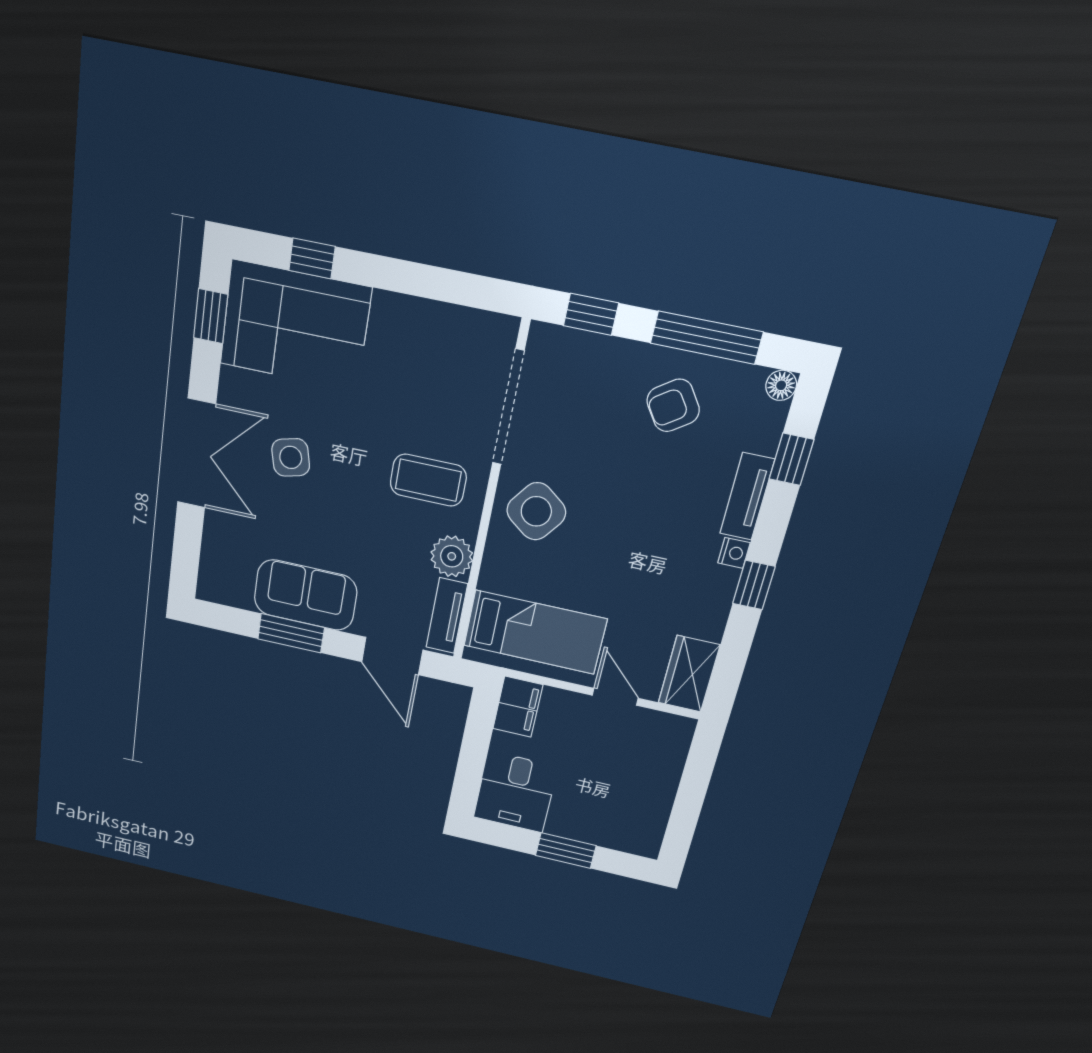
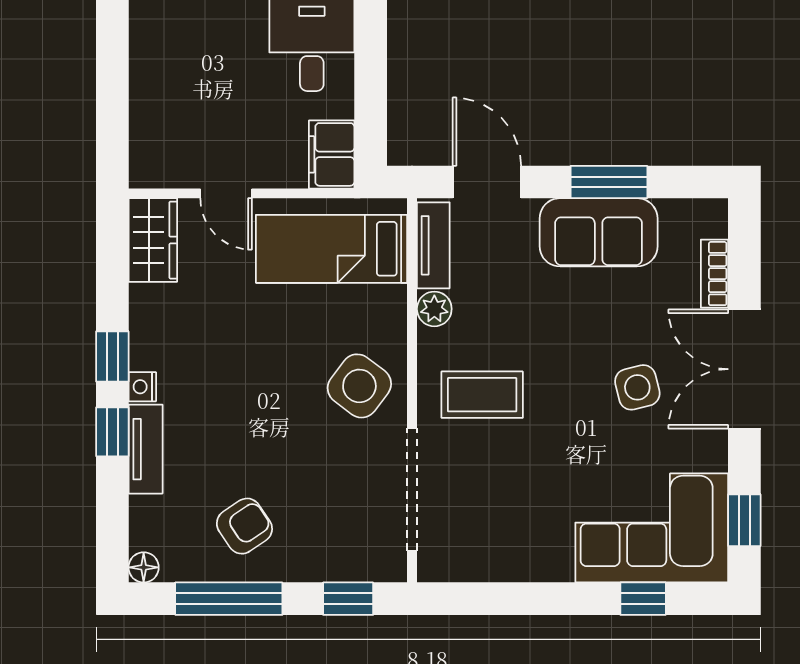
window: (792, 459) -> (112, 432), moved
bookcase: (213, 540) -> (714, 274), added
plant: (452, 556) -> (434, 309), width x0.73, depth x0.73

